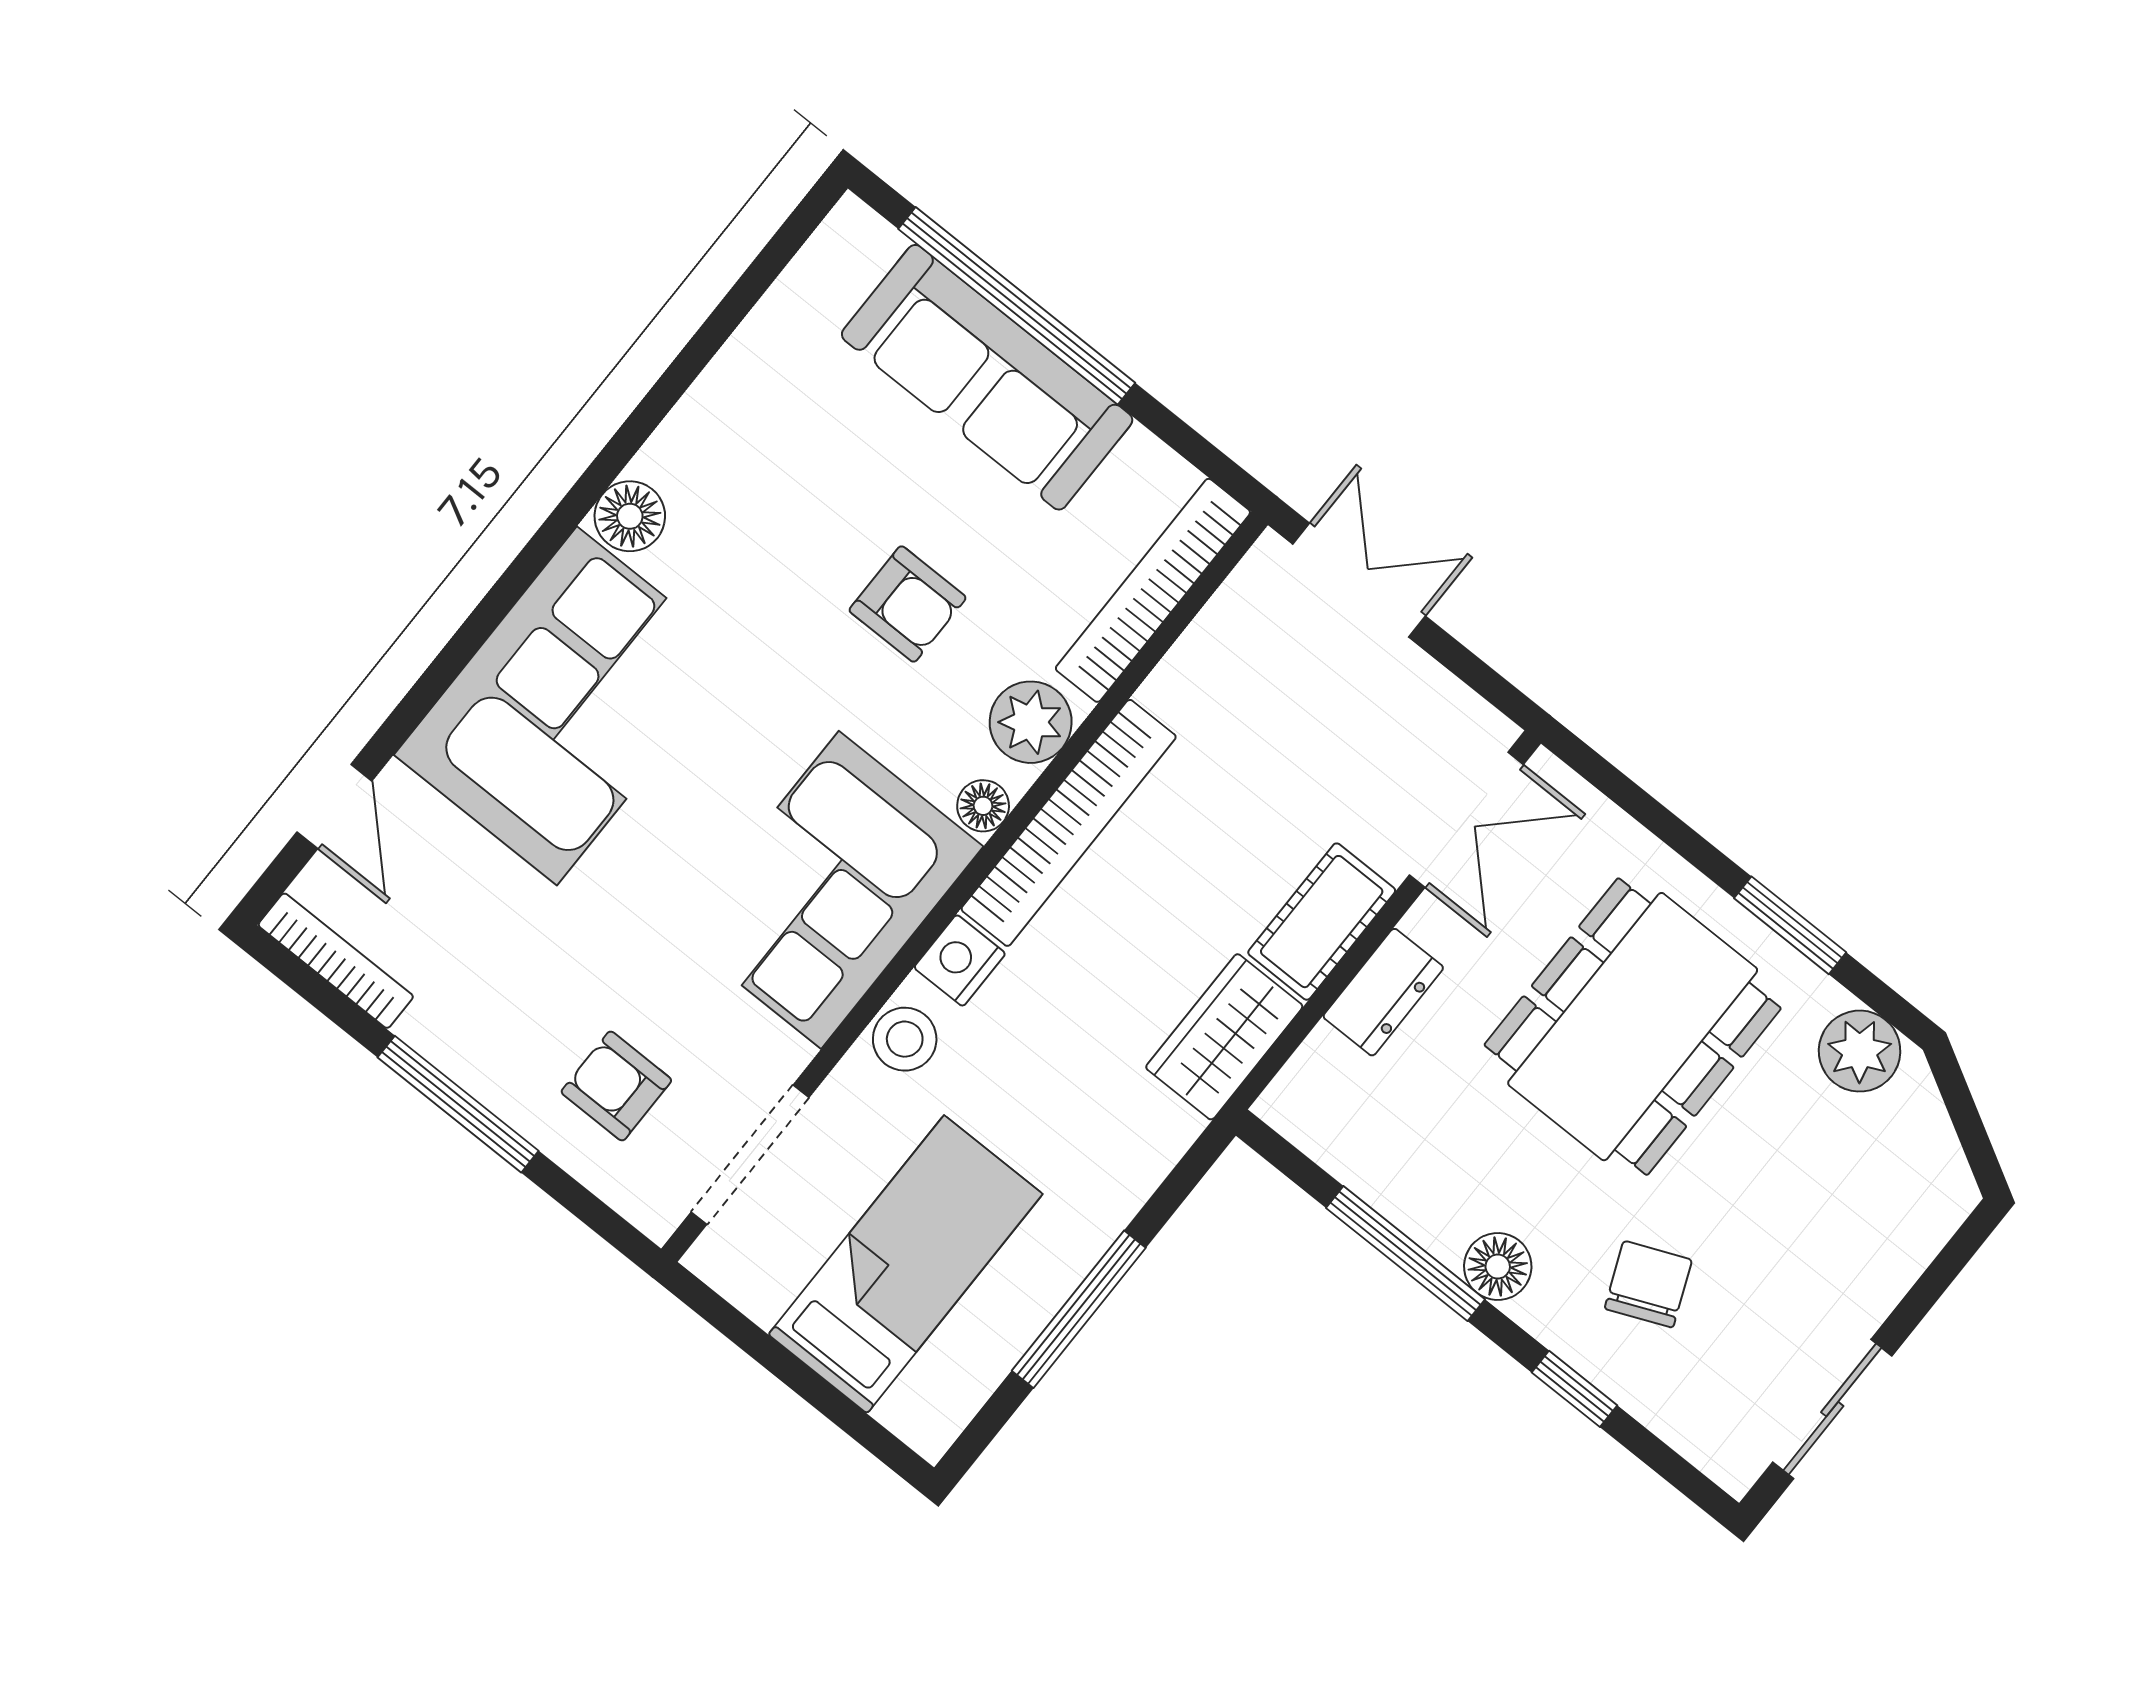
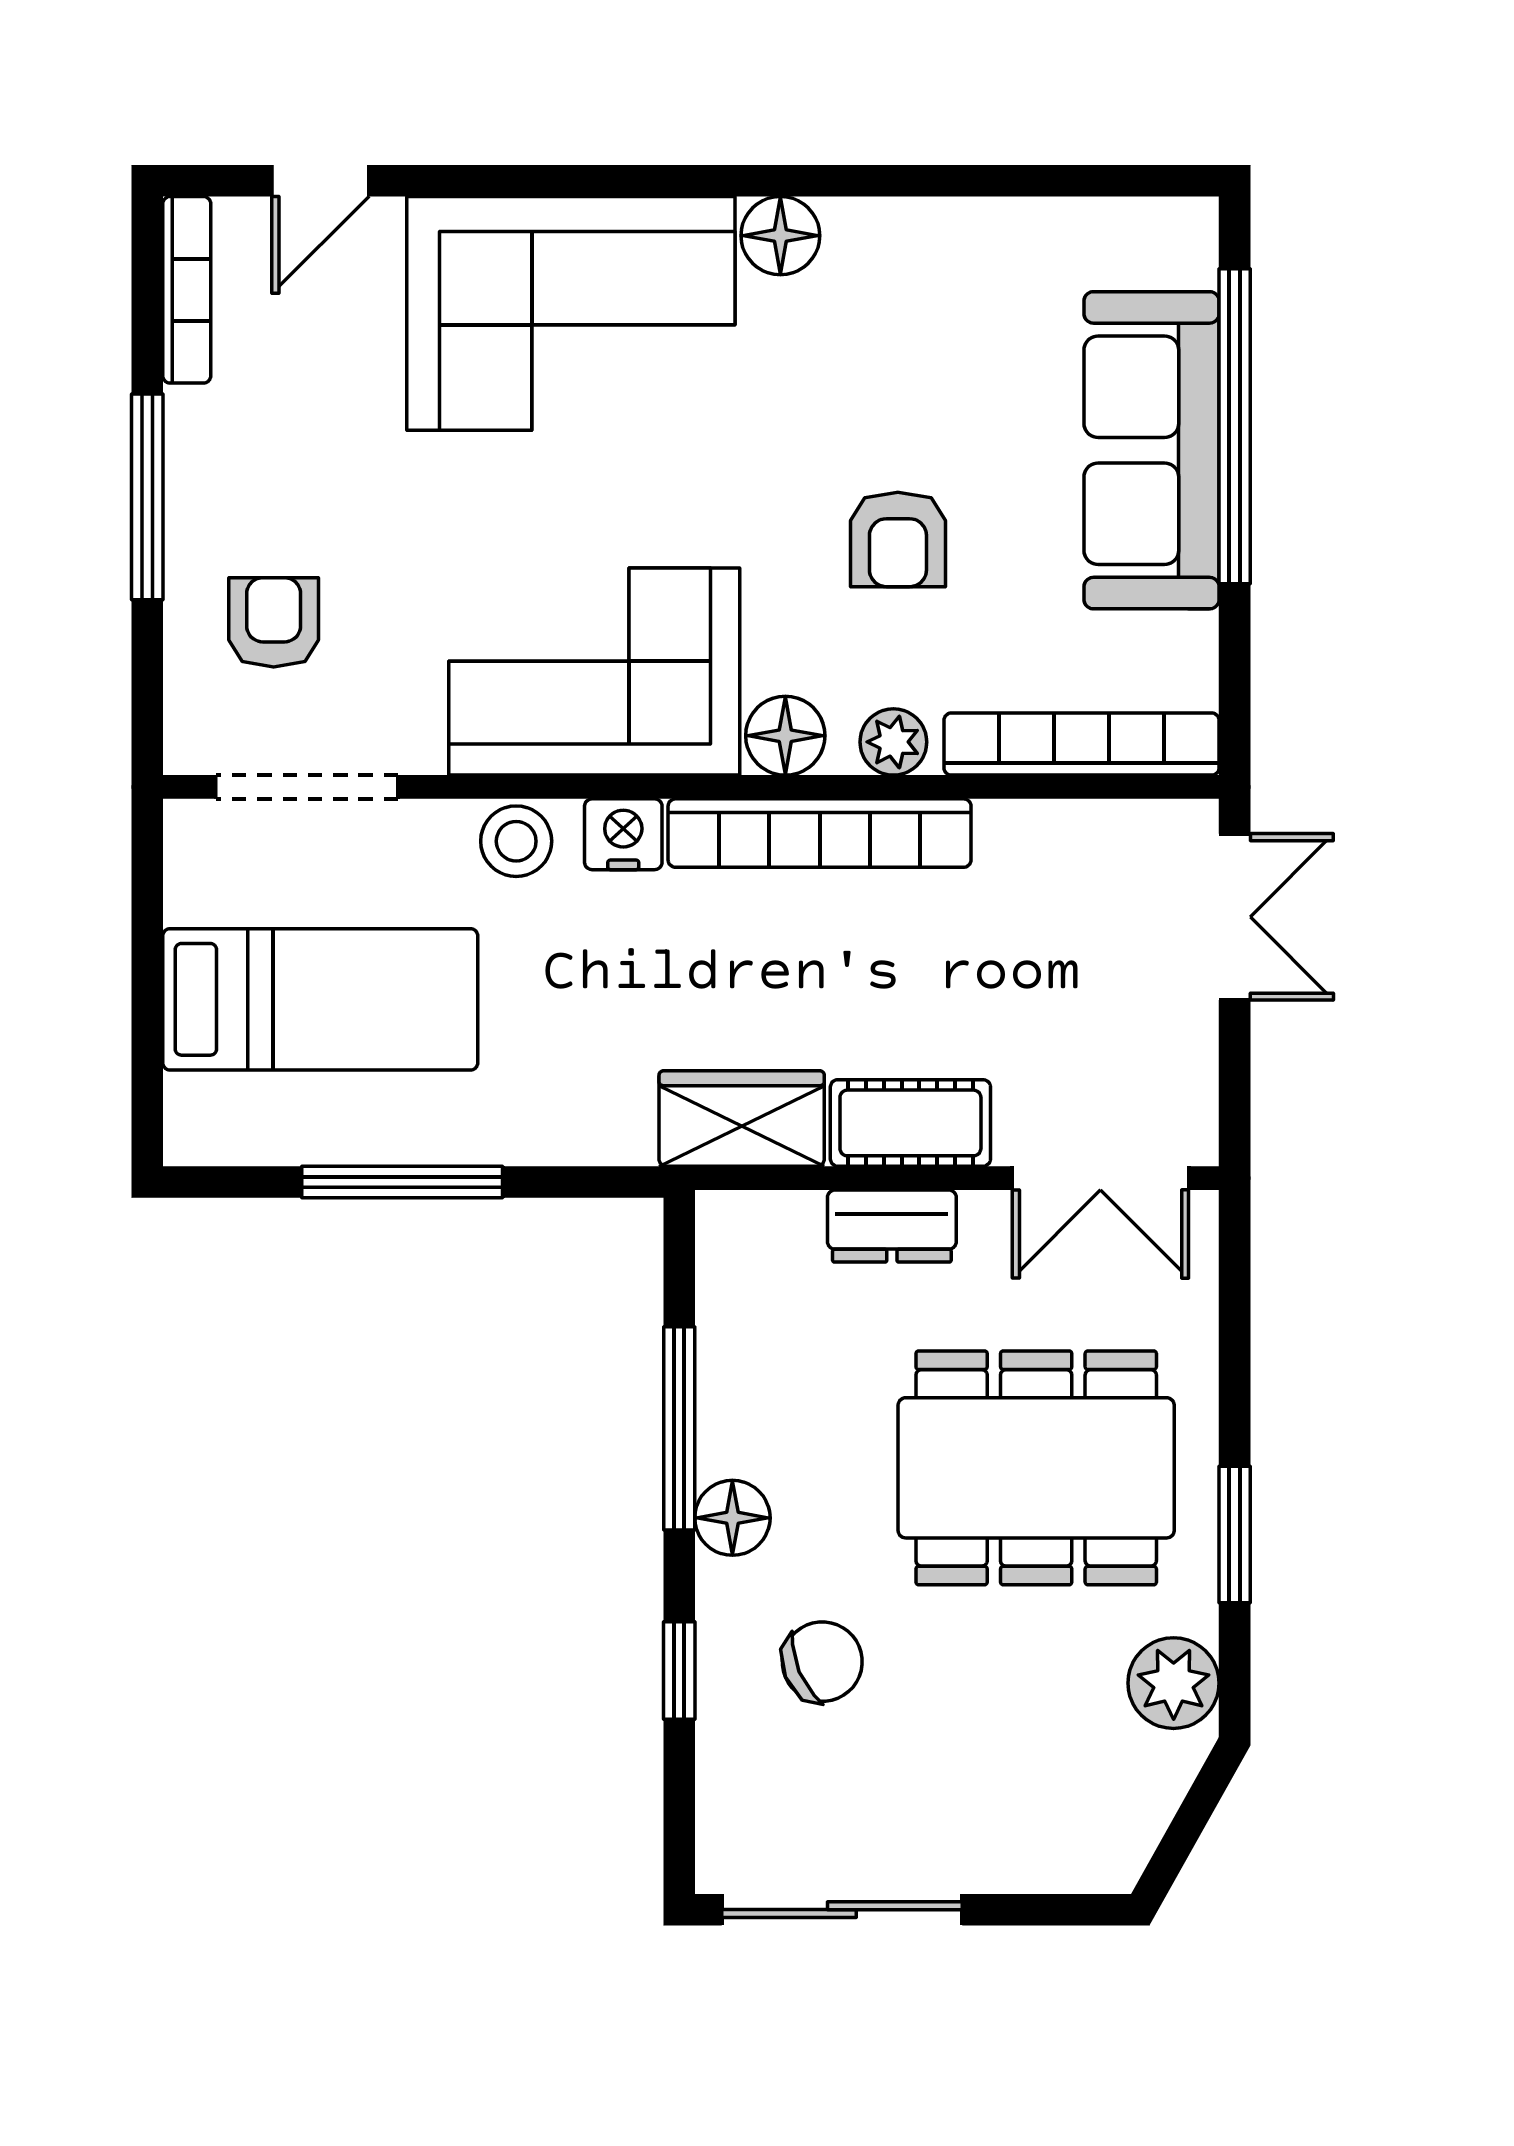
plant: (1031, 722) -> (893, 742), width x0.73, depth x0.73
floor lamp: (983, 806) -> (785, 736), width x1.37, depth x1.37
sliding door: (1832, 1409) -> (842, 1910), width x1.37

